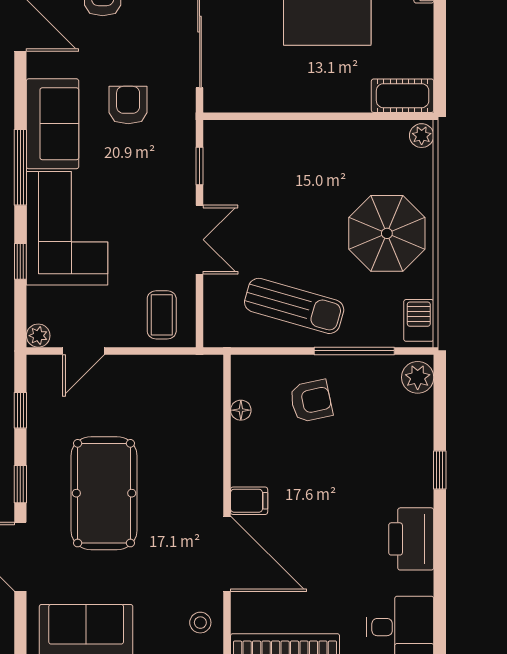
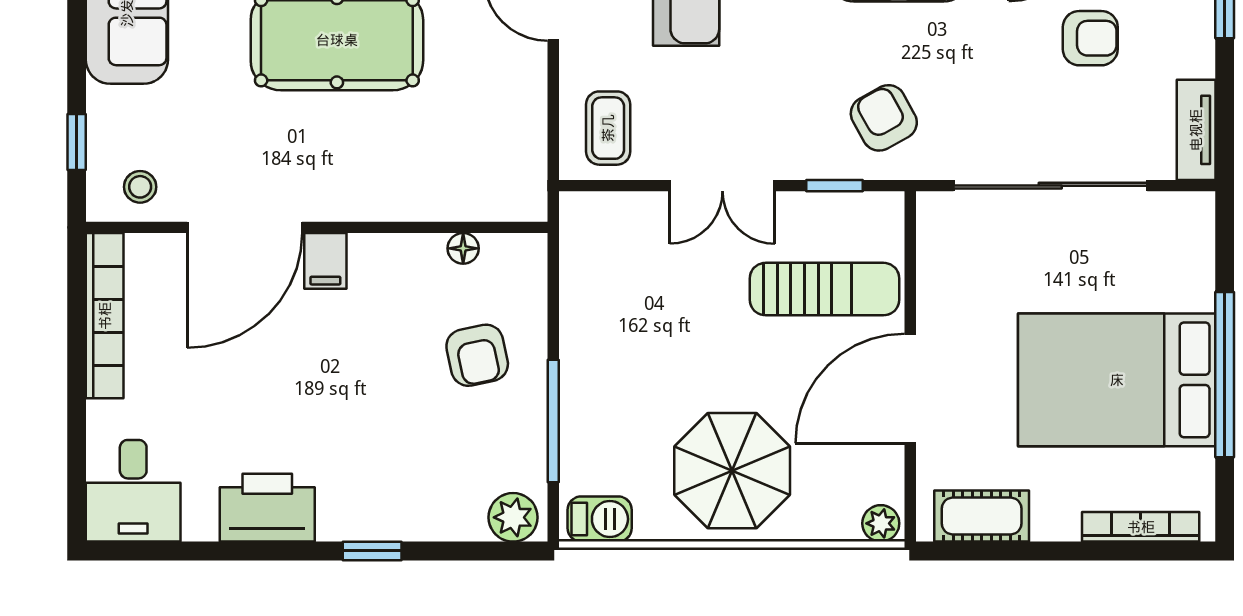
cot: (403, 96) -> (982, 516), moved, turned 90
armchair: (128, 105) -> (884, 118), moved, turned -119
door: (333, 116) -> (910, 388), added
sun lounger: (294, 306) -> (825, 289), moved, turned -106
coffee table: (162, 315) -> (608, 128), turned 90

